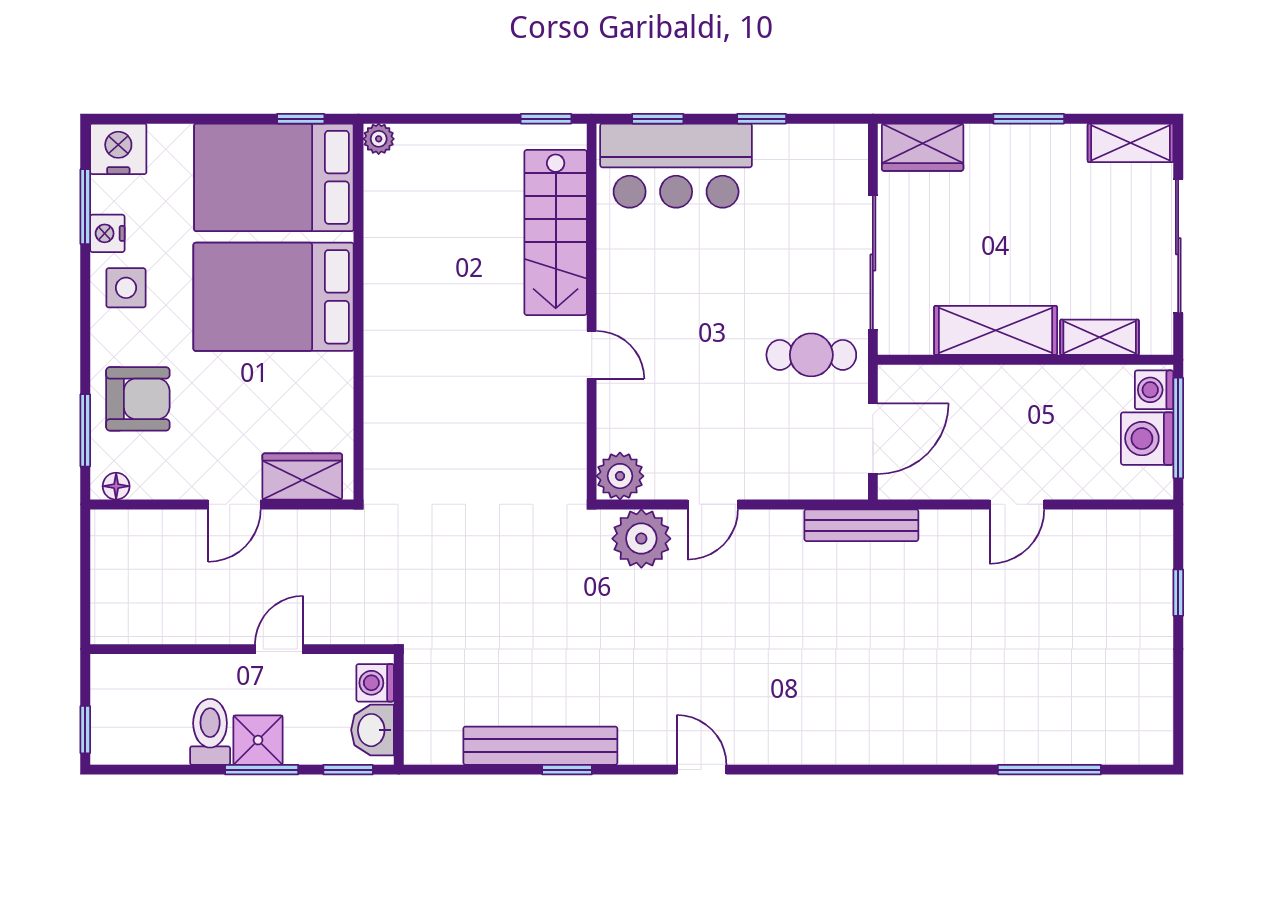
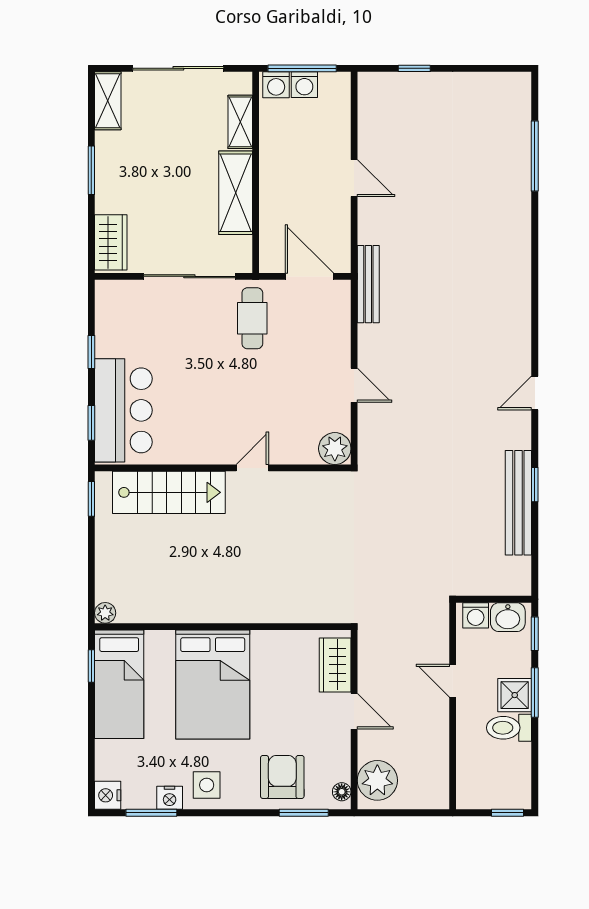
nightstand: (118, 149) -> (108, 795), width x0.74, depth x0.75
bed: (274, 177) -> (119, 684), width x0.67
washing machine: (1147, 439) -> (304, 85), width x0.73, depth x0.73
plant: (641, 539) -> (377, 780), moved

